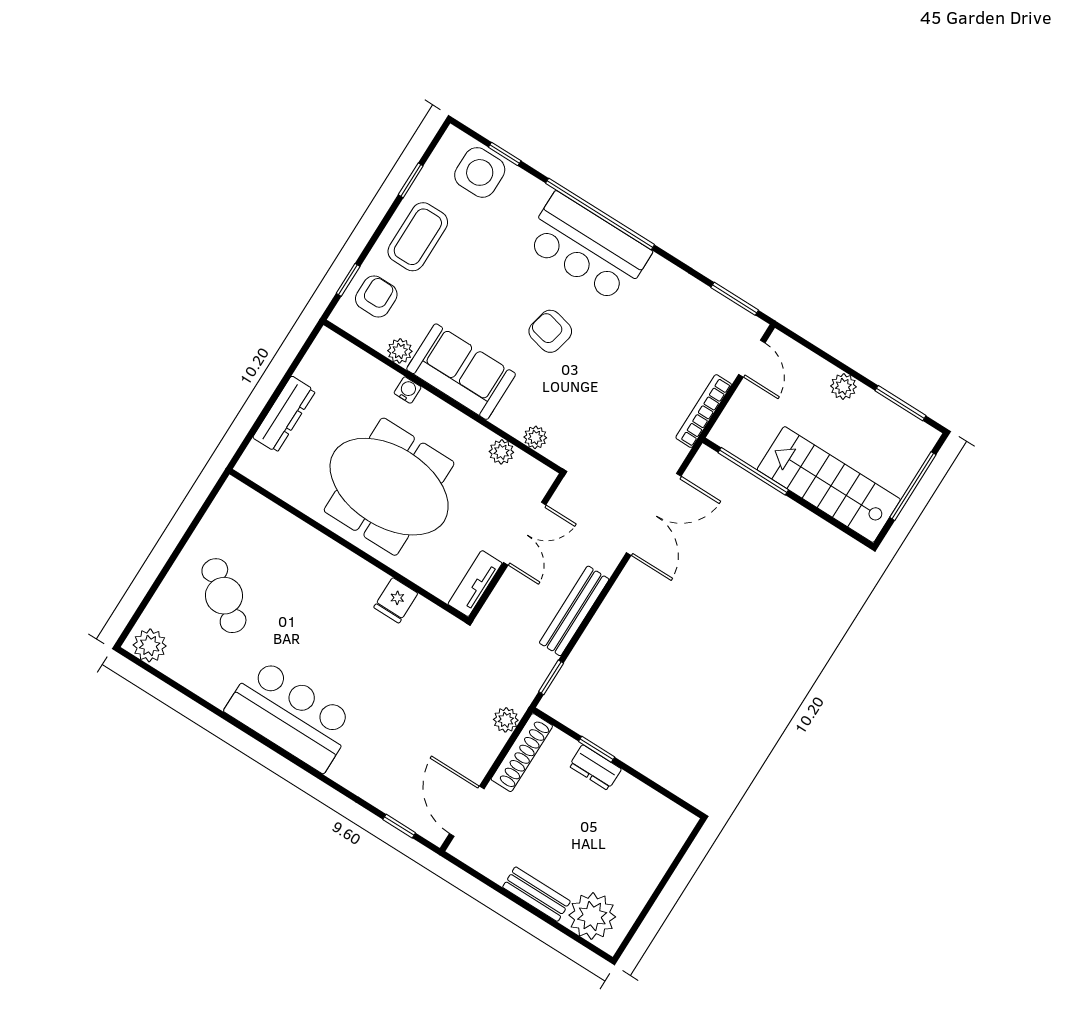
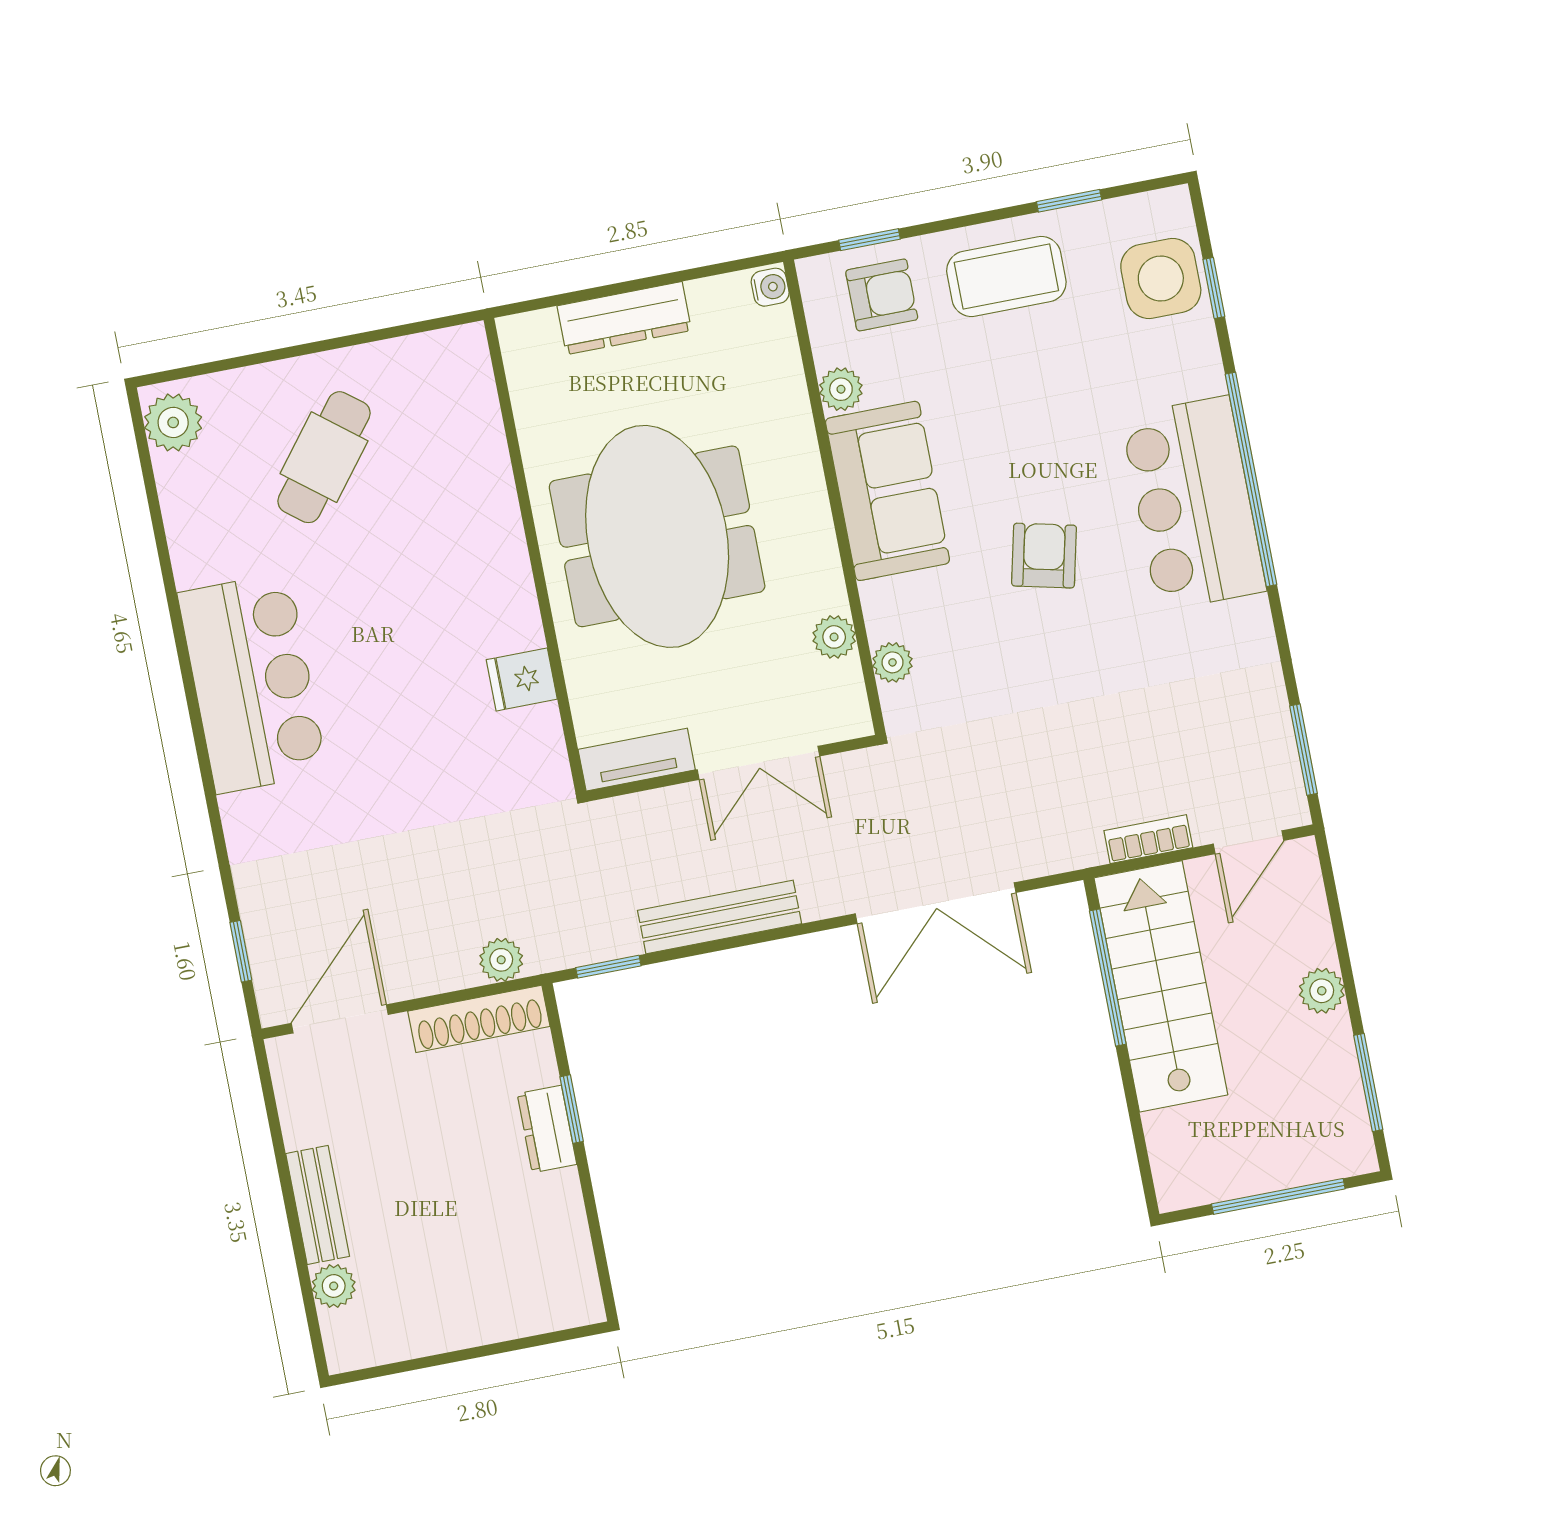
water cooler: (408, 390) -> (770, 287), moved
bookcase: (704, 411) -> (1148, 839), width x0.64
stairs: (829, 484) -> (1161, 986), moved
plant: (592, 916) -> (334, 1286), width x0.53, depth x0.53

